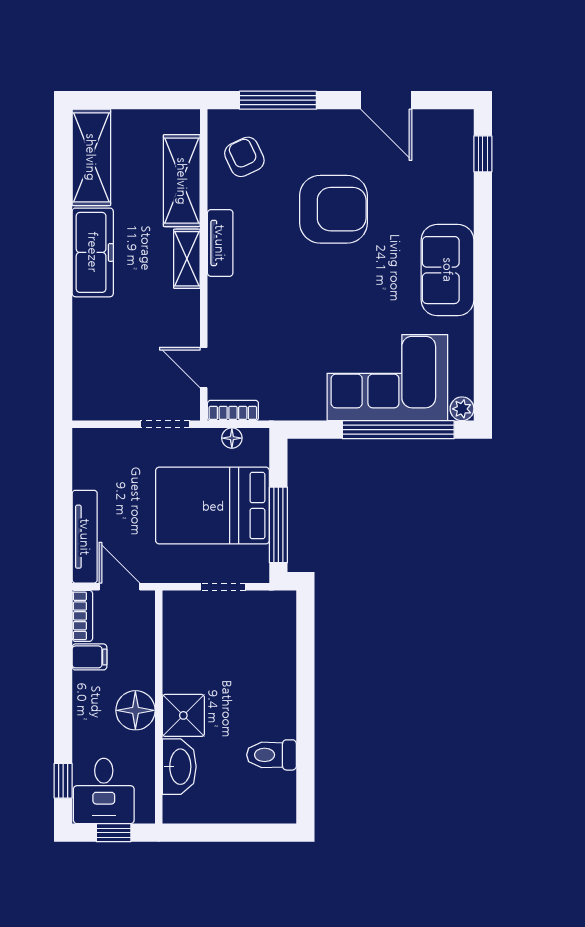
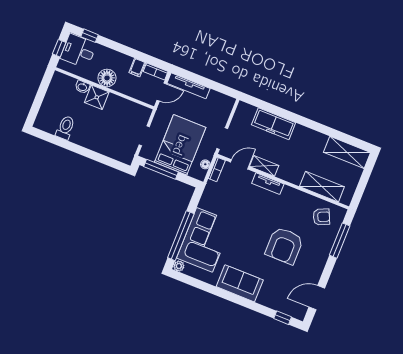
door: (386, 100) -> (317, 298), moved
tv unit: (220, 243) -> (268, 184), moved
freezer: (93, 252) -> (274, 124), moved
shelving: (187, 259) -> (264, 166), moved
washbasin: (179, 767) -> (82, 87), width x0.52, depth x0.69

